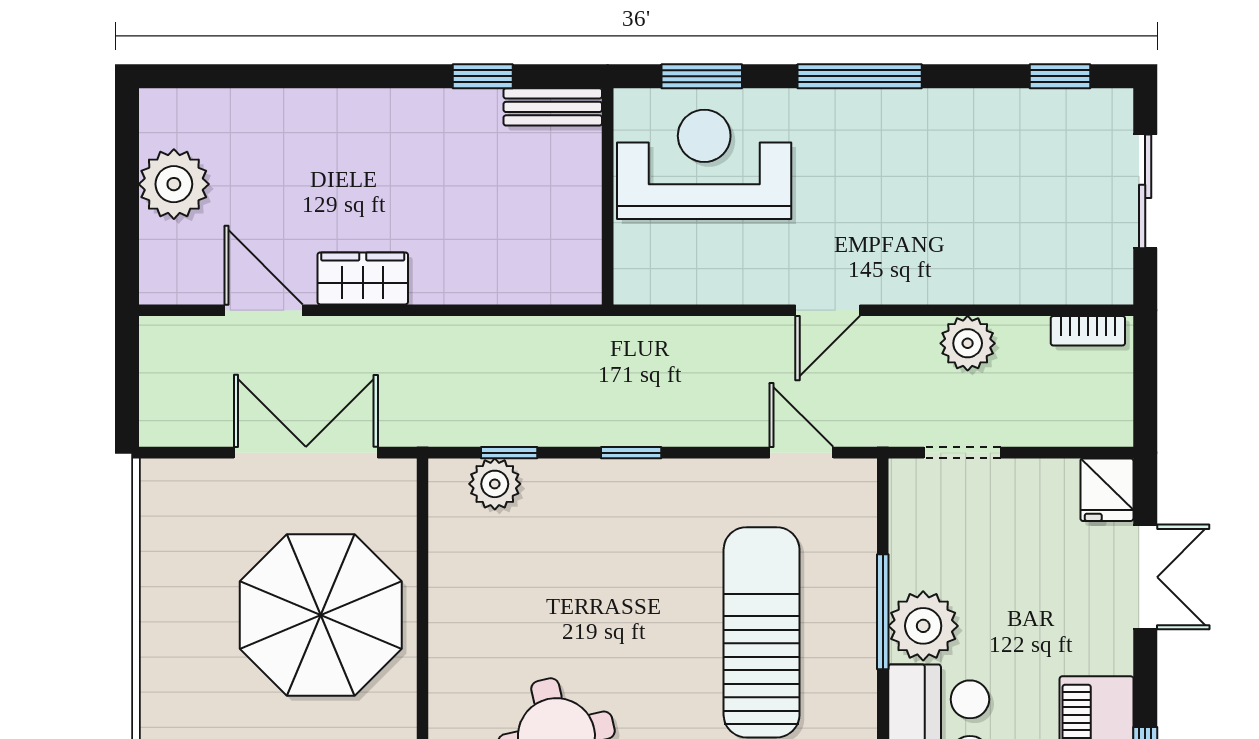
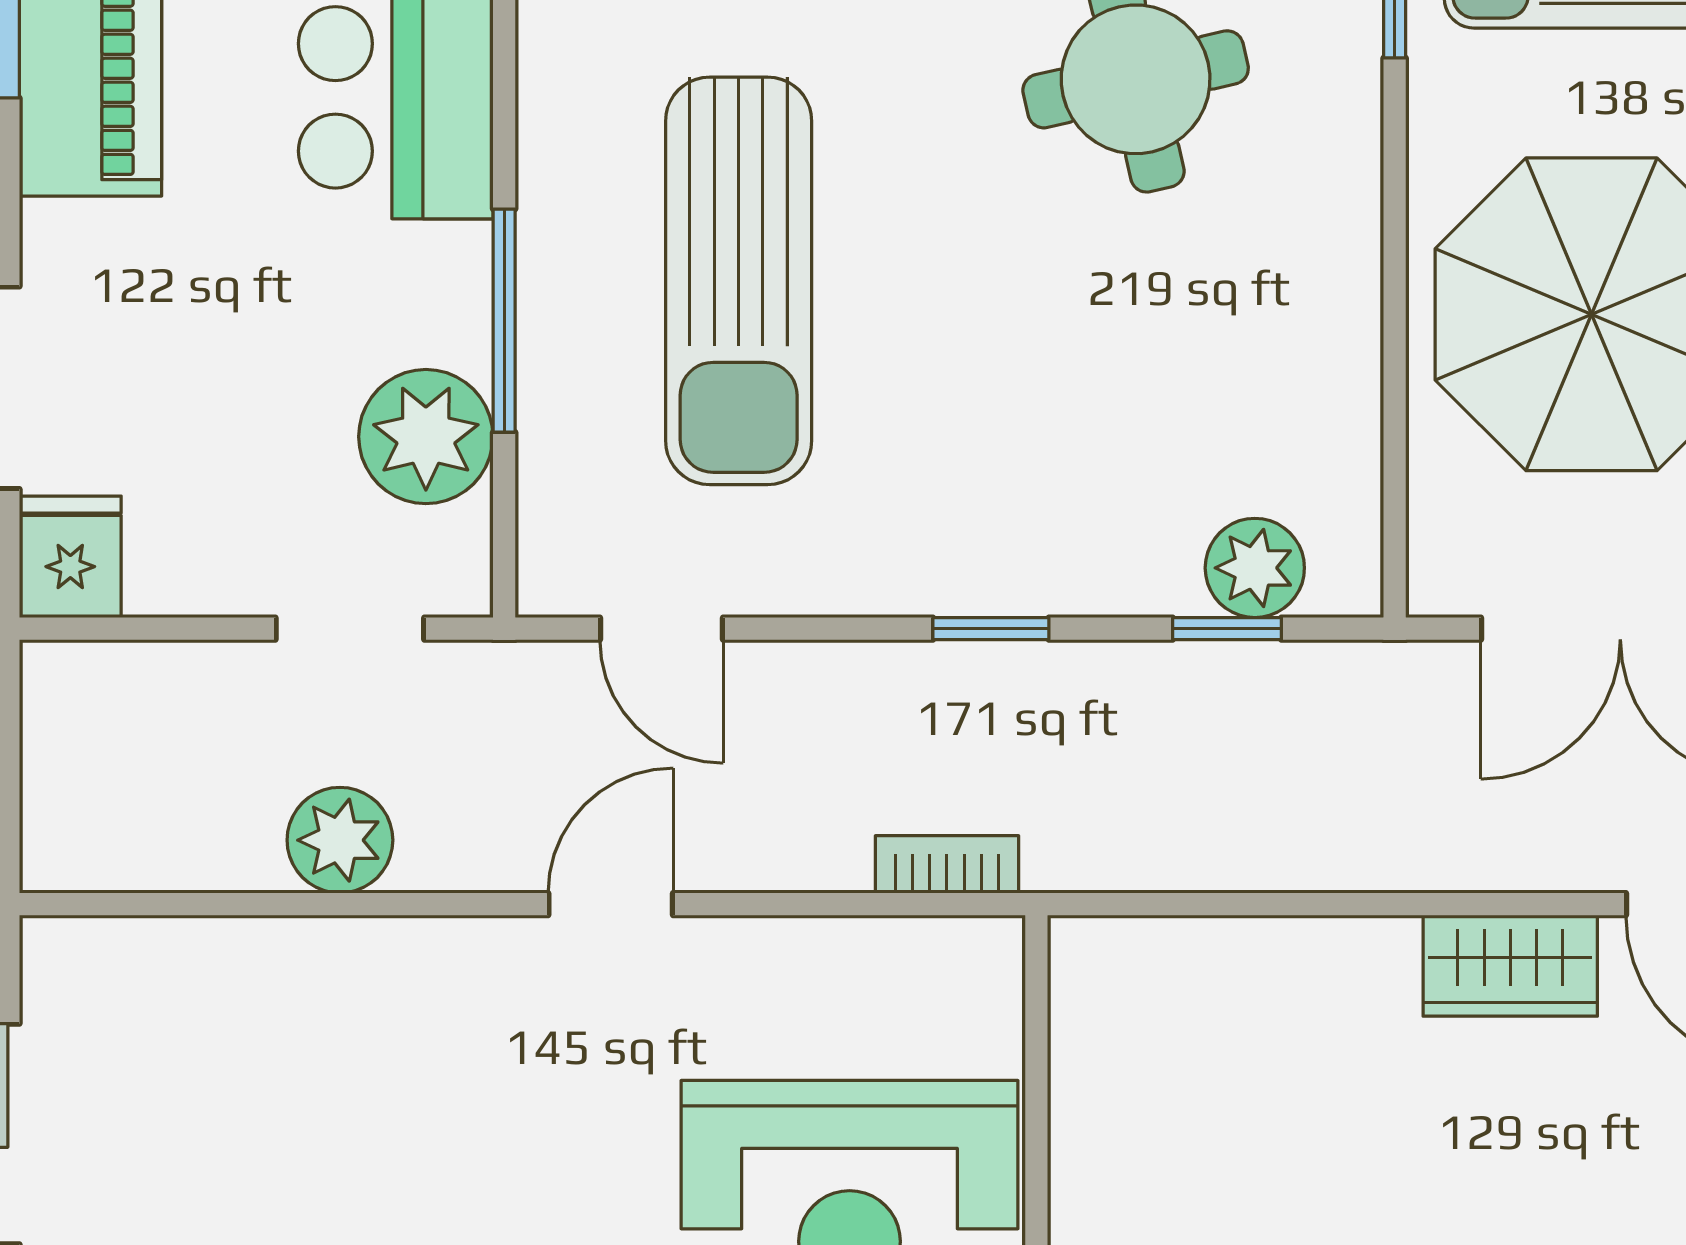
bookcase: (1088, 331) -> (947, 864), moved
plant: (923, 626) -> (426, 437), moved

